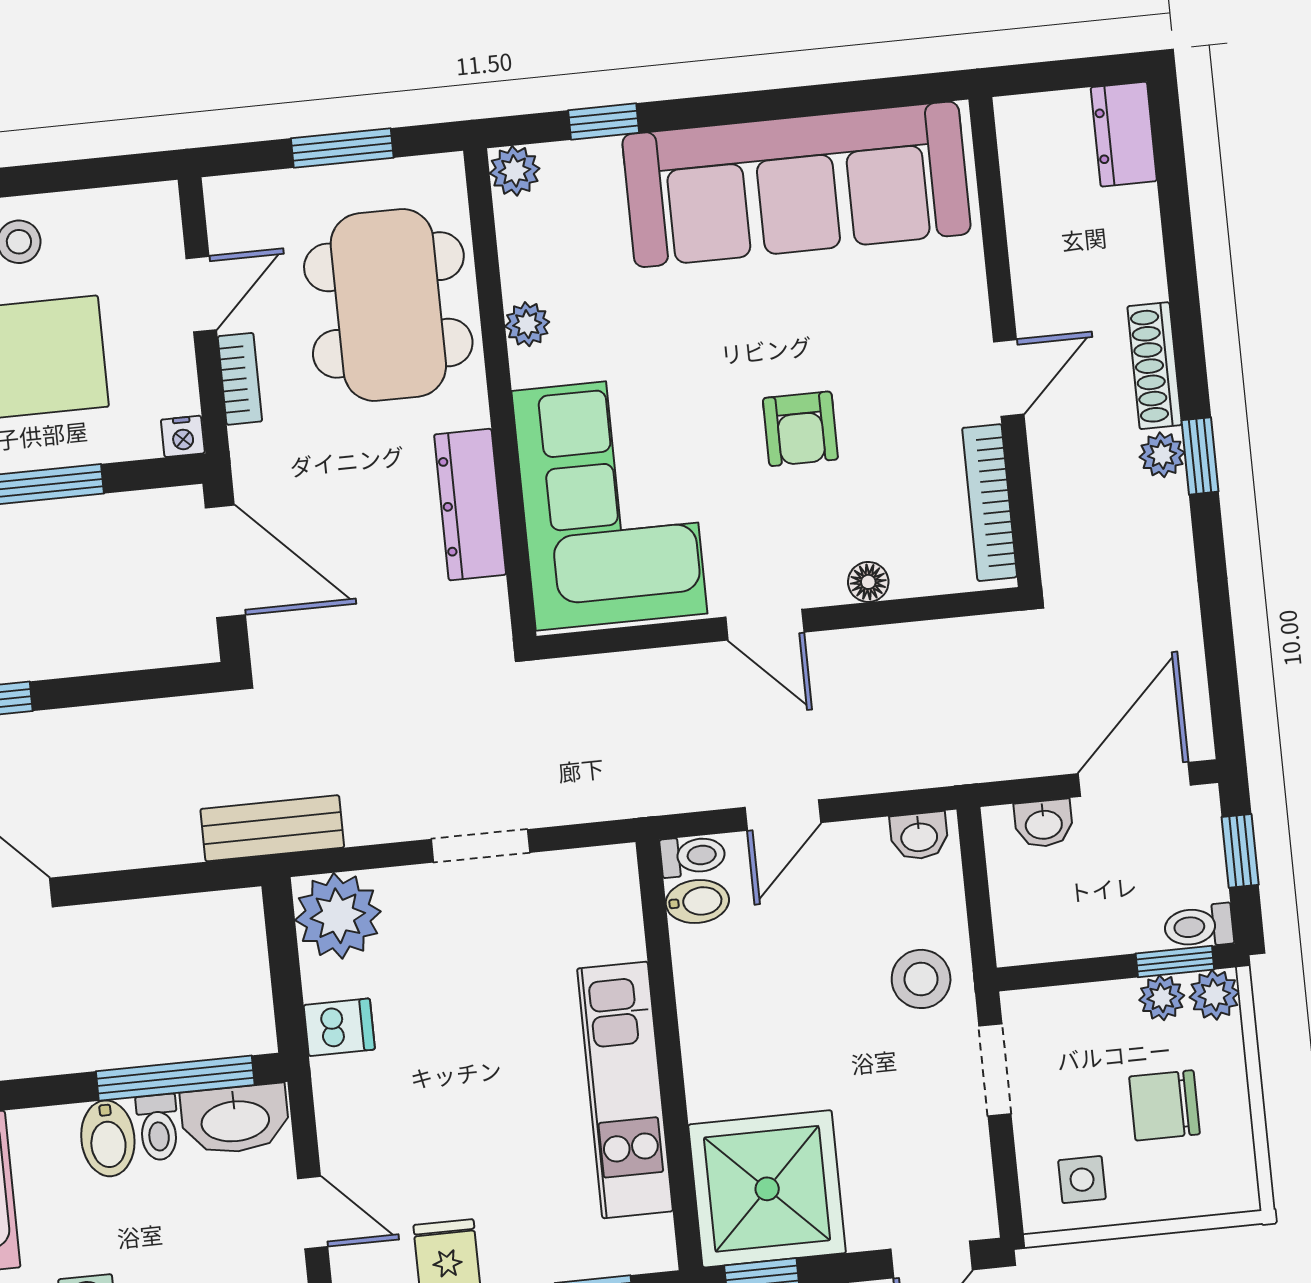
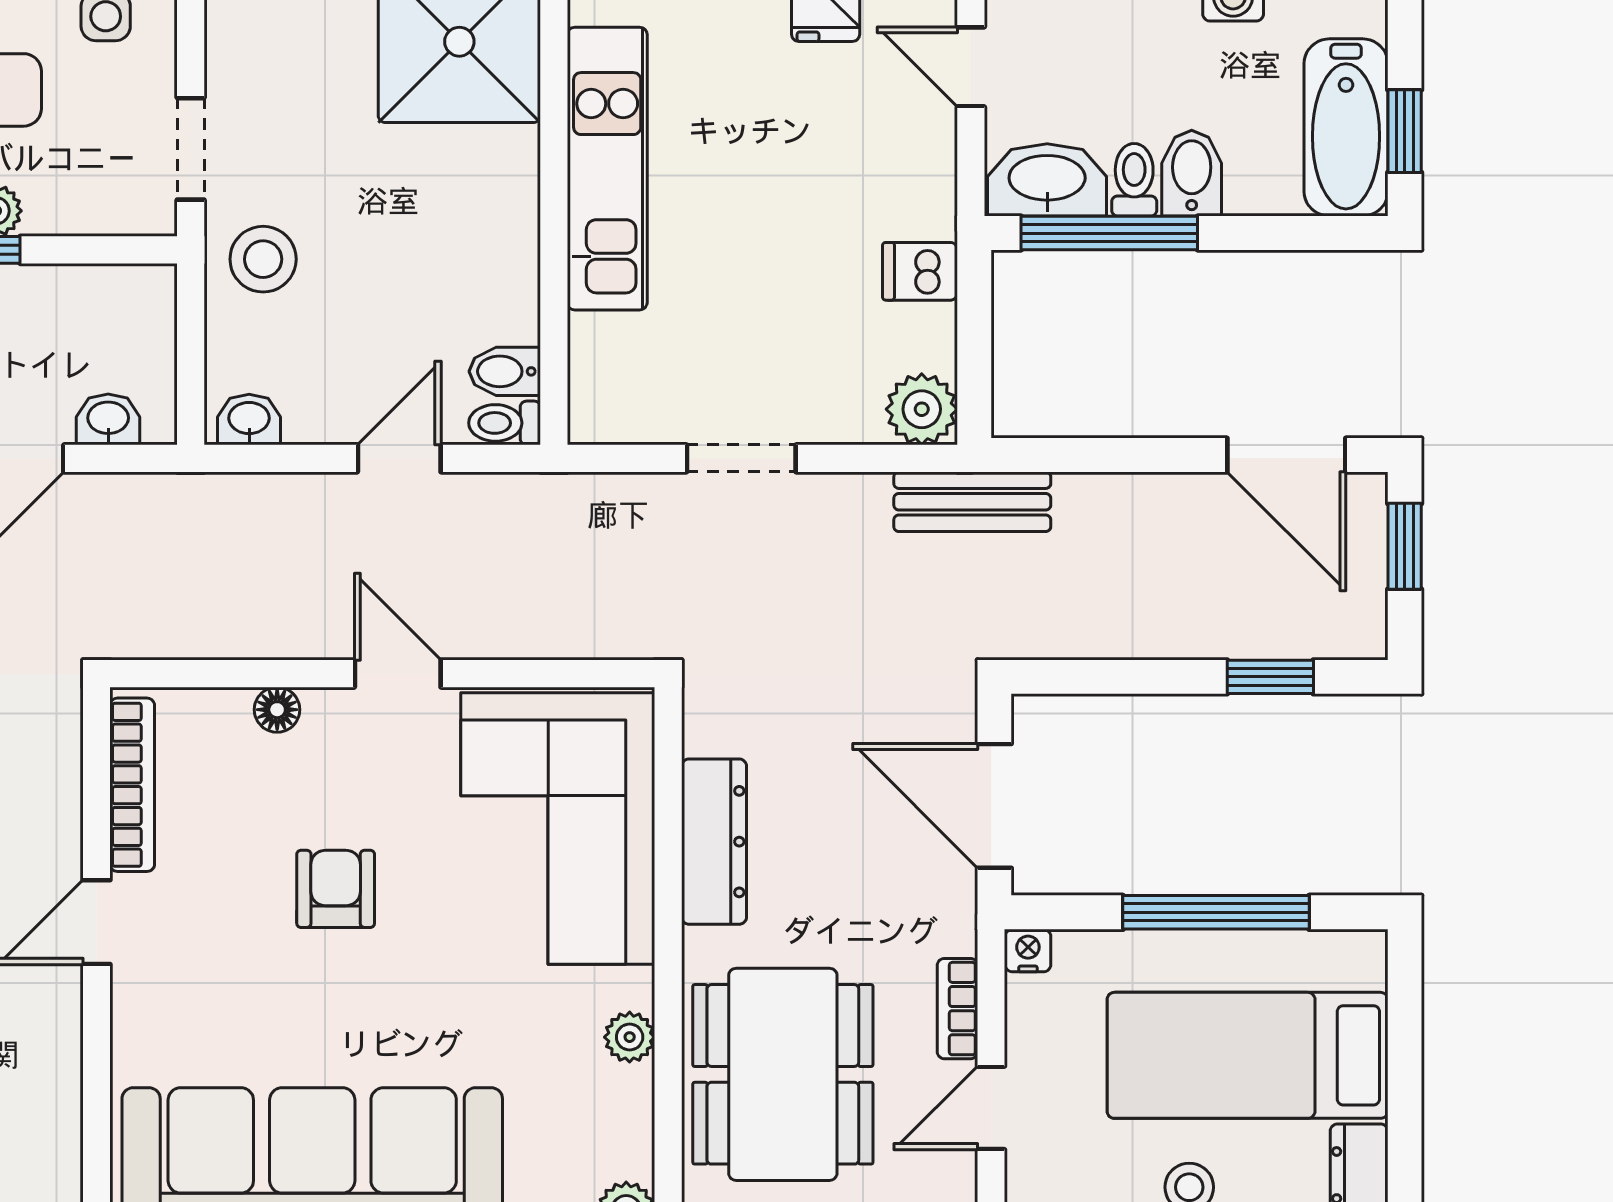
plant: (338, 916) -> (922, 409), width x0.73, depth x0.73

